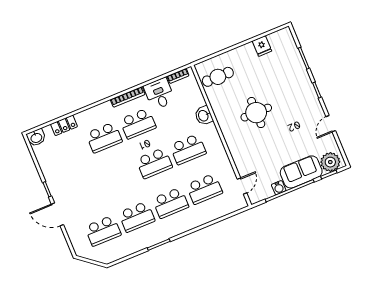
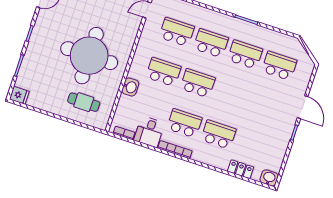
fridge: (262, 46) -> (19, 95), moved, turned 90
cafe table: (218, 77) -> (84, 102), moved
round table: (256, 113) -> (89, 56), width x1.86, depth x1.86

